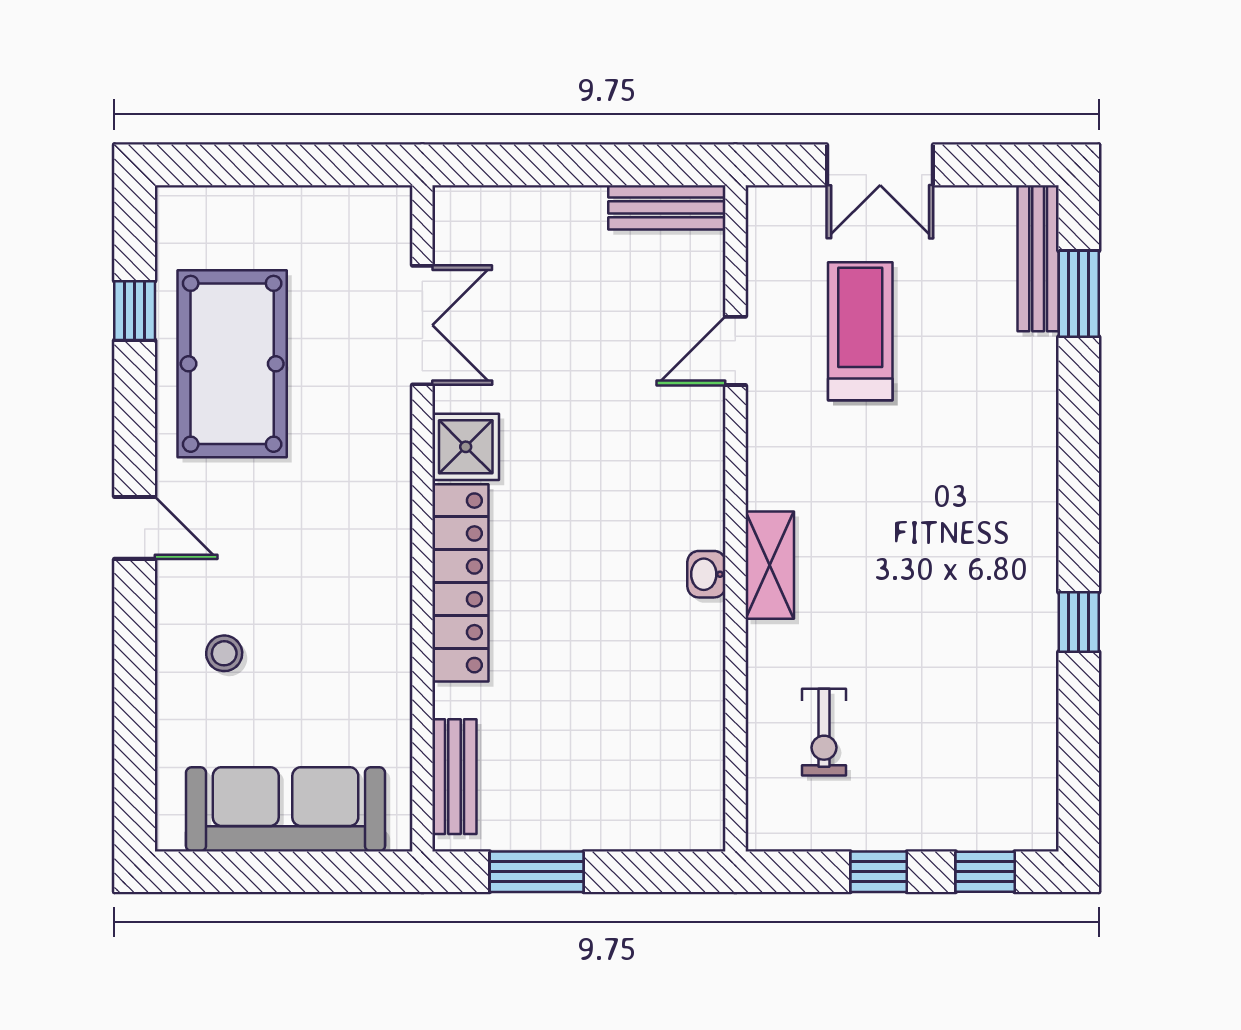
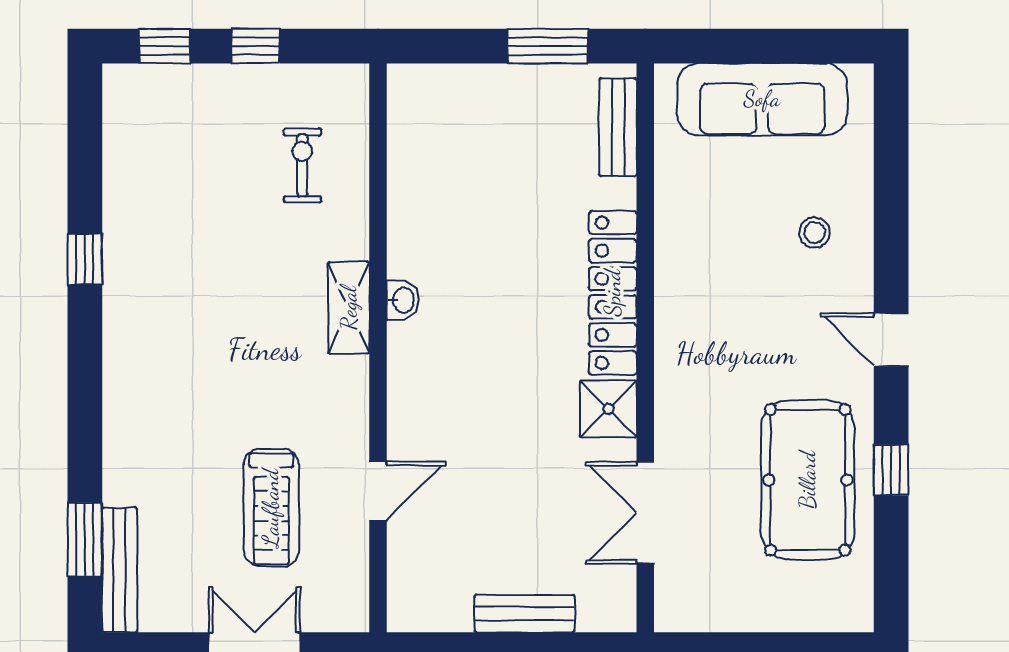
bench: (667, 207) -> (524, 613), moved
window: (135, 311) -> (891, 470), moved

